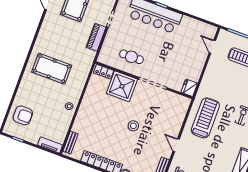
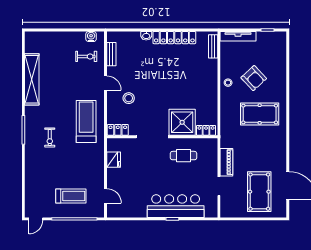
fridge: (189, 88) -> (114, 160), moved
locker: (180, 100) -> (118, 130), added
armchair: (23, 115) -> (254, 78), moved, turned -133
treadmill: (205, 118) -> (86, 121), turned 180
stool: (133, 126) -> (129, 98), moved
tv unit: (50, 145) -> (238, 36), width x1.41

